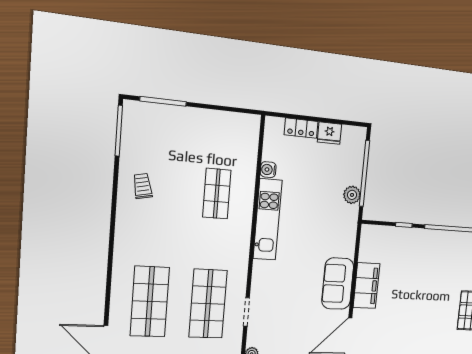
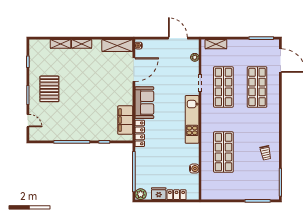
shop shelf: (217, 194) -> (223, 152), width x1.43, depth x1.36
plant: (352, 195) -> (141, 194), moved
kitchen unit: (268, 219) -> (192, 119), moved
locker: (350, 235) -> (140, 133), added
filing cabinet: (366, 286) -> (125, 120), moved

